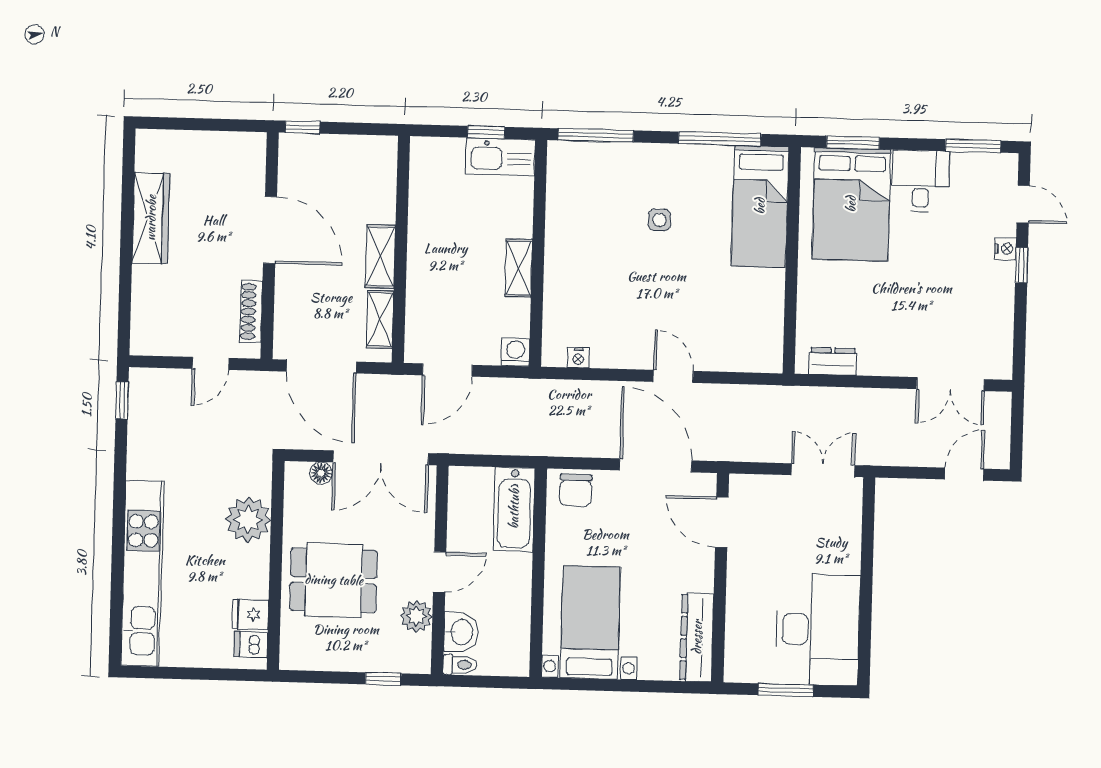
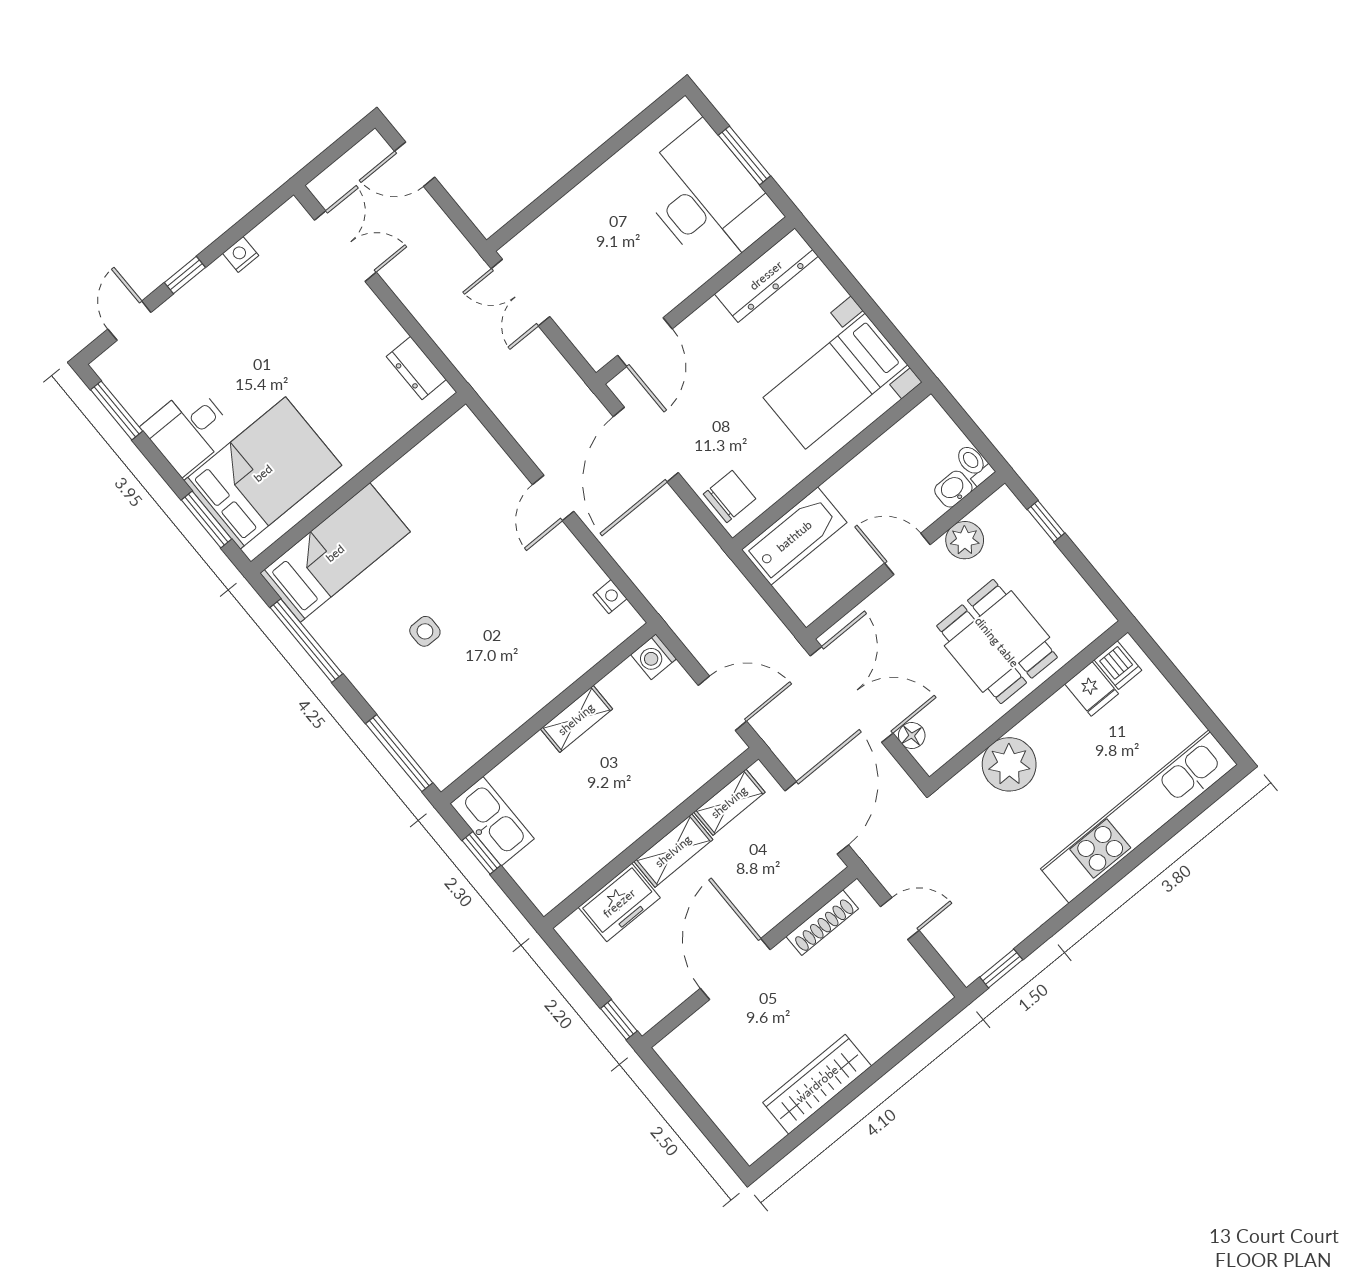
freezer: (377, 193) -> (619, 903), added
nightstand: (1005, 249) -> (241, 254), moved
desk: (818, 630) -> (707, 198), moved, turned 90
washbasin: (461, 632) -> (953, 489), width x0.72, depth x0.69

